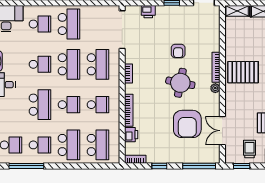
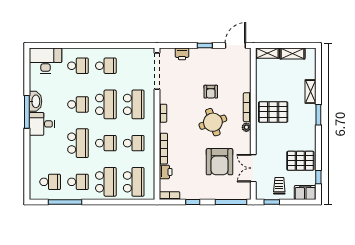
school desk: (69, 24) -> (106, 66), width x0.54
round table: (180, 83) -> (213, 122), turned -30

